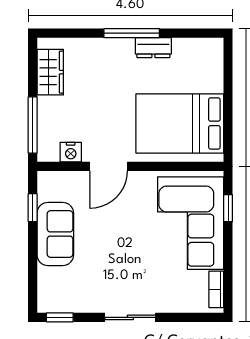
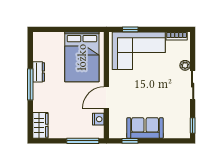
wardrobe: (50, 72) -> (40, 125), moved, turned 90
door: (109, 166) -> (106, 98), swing flipped
plant: (165, 304) -> (185, 65), added

